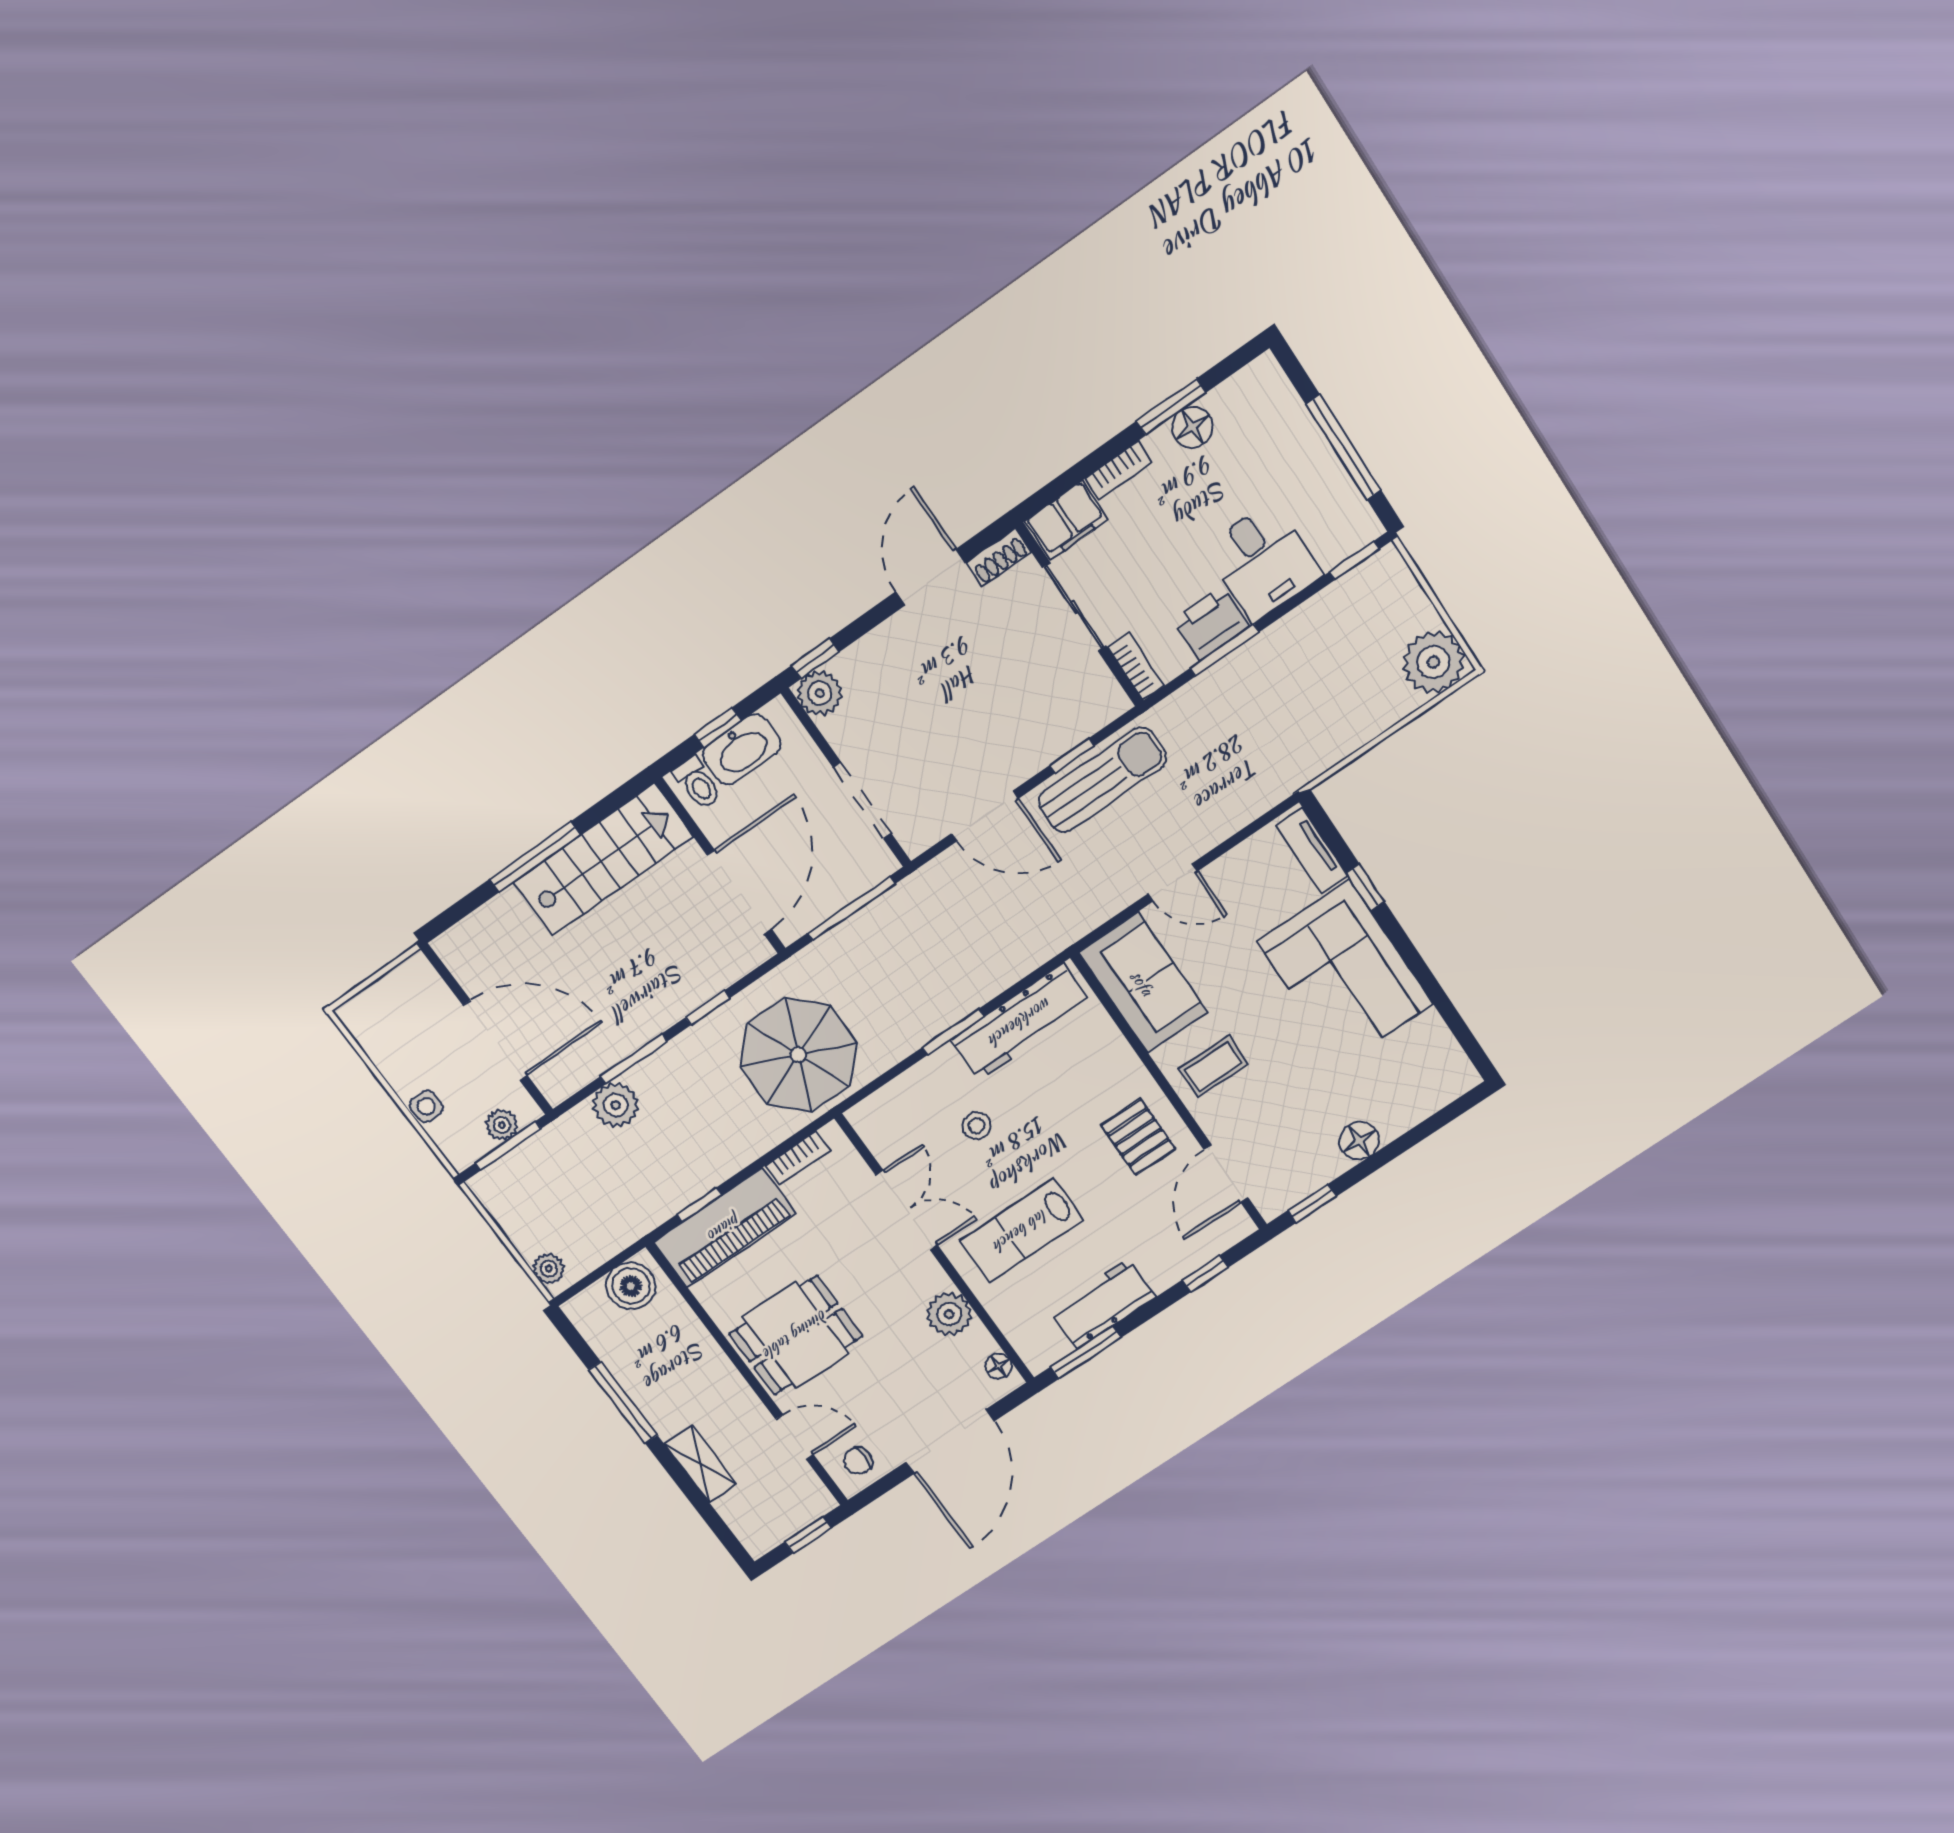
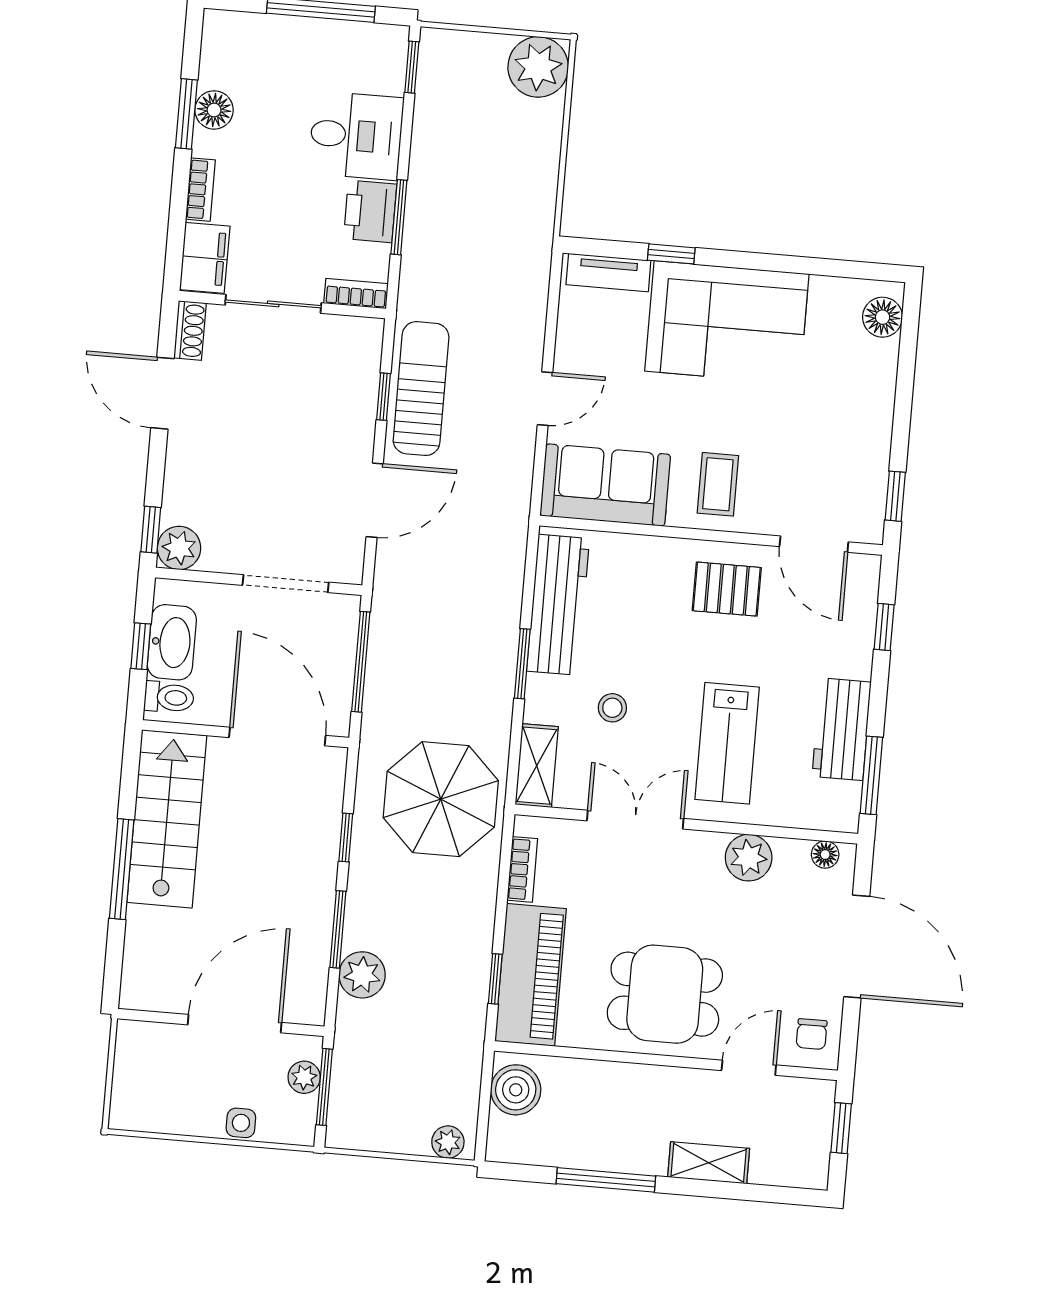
shelving: (885, 1105) -> (537, 766), added
floor lamp: (1359, 1141) -> (883, 317), moved
dining table: (796, 1335) -> (665, 994), turned 90

